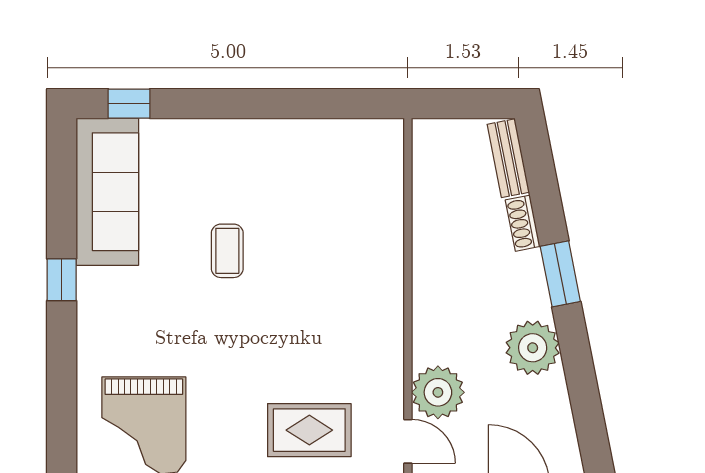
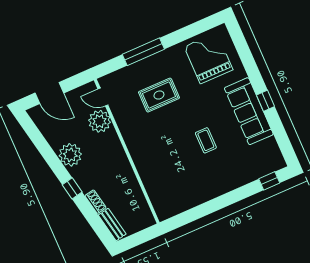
sofa: (107, 192) -> (249, 111), moved
window: (560, 274) -> (72, 188), width x0.67
rug: (309, 430) -> (159, 95), moved

